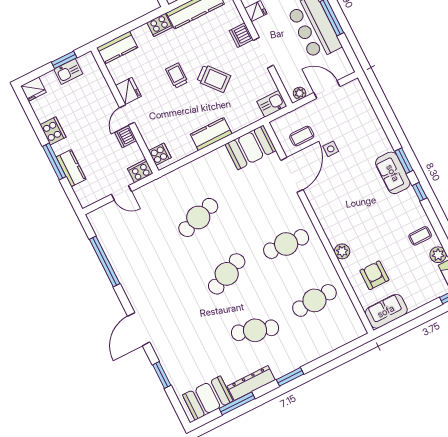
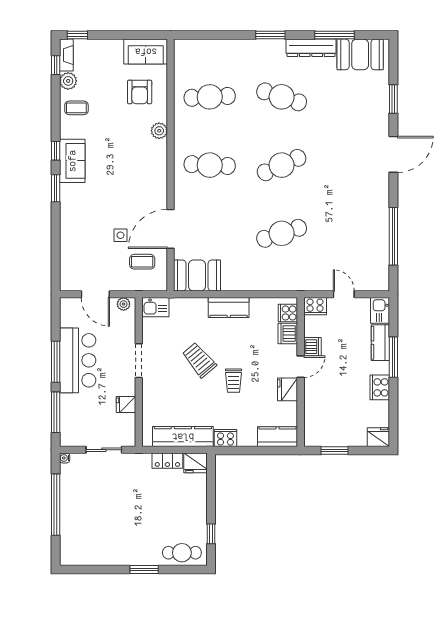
dishwasher: (241, 35) -> (288, 334), moved, turned 180
kitchen sink: (68, 72) -> (380, 310), moved, turned -90
sofa: (393, 173) -> (72, 161), moved

